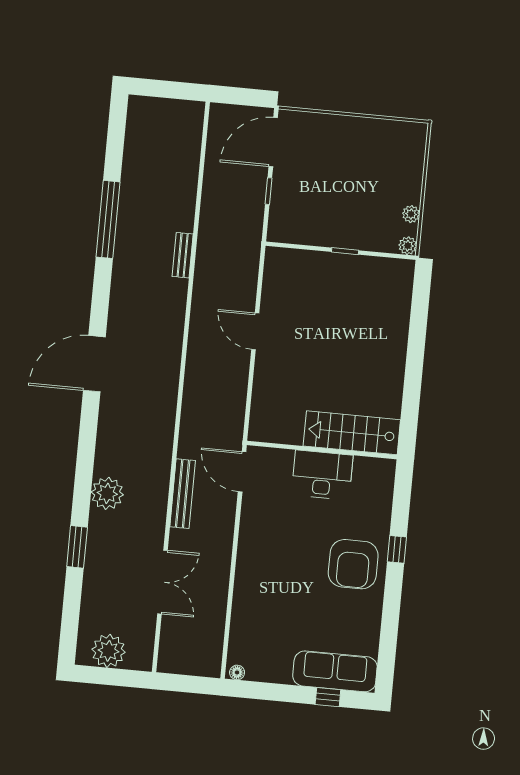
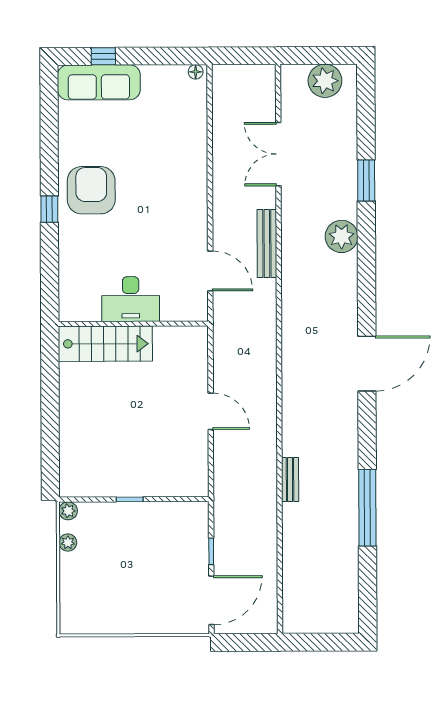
stairs: (352, 433) -> (105, 344), moved
wall: (322, 450) -> (133, 324), moved
desk: (322, 475) -> (131, 299), moved

